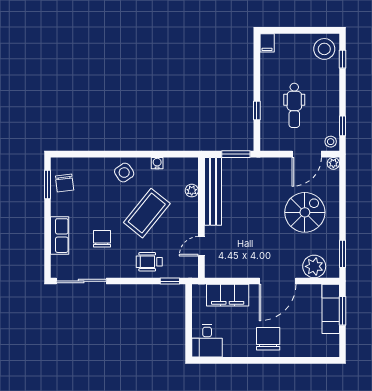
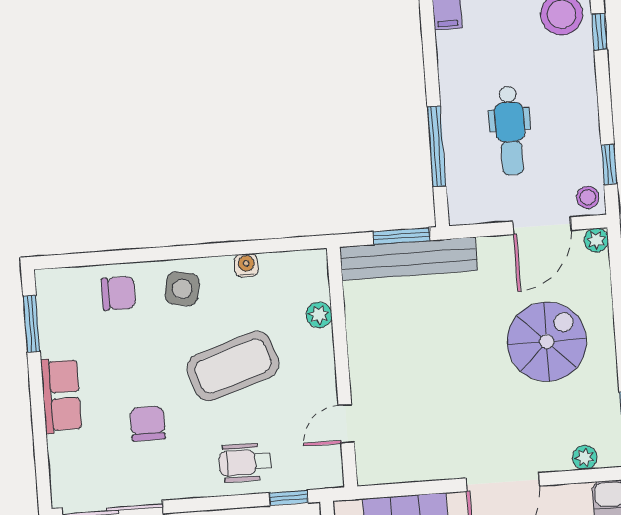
window: (257, 110) -> (437, 146), width x2.17
side table: (124, 173) -> (182, 289), turned 45
chair: (65, 183) -> (118, 293), moved, turned -83
bench: (213, 191) -> (409, 259), moved, turned 90
coffee table: (147, 213) -> (233, 366), turned 33
row of seats: (60, 236) -> (61, 395), moved
plant: (314, 266) -> (585, 458), width x0.53, depth x0.53

